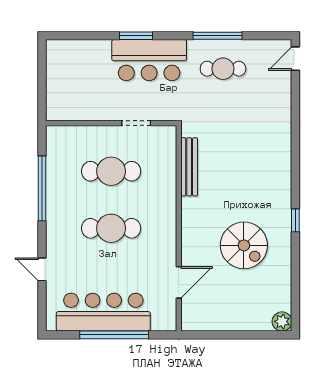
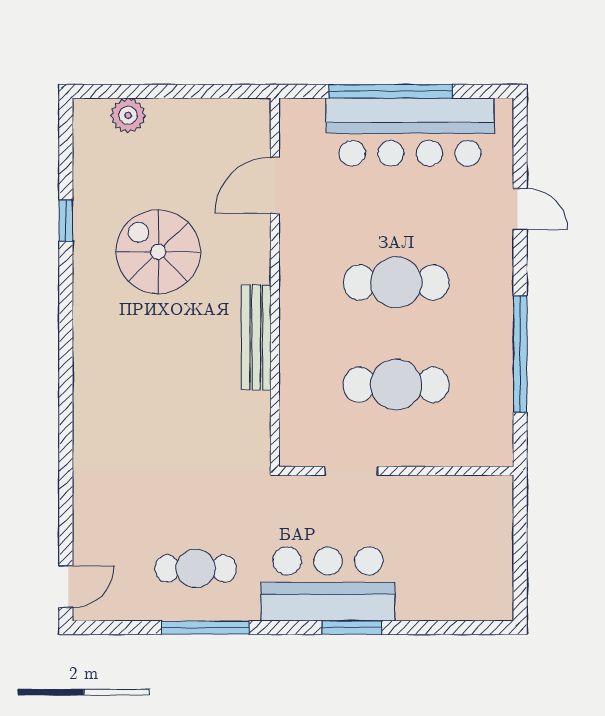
bench: (189, 167) -> (256, 337), moved
window: (295, 220) -> (66, 221), moved
plant: (282, 321) -> (128, 115), moved

